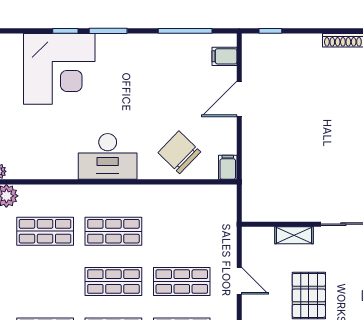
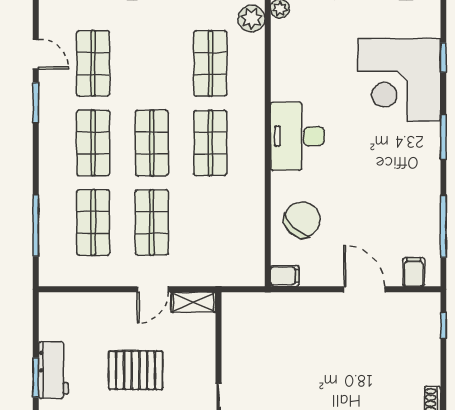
window: (65, 31) -> (443, 58), moved
shelving: (294, 235) -> (193, 302), moved, turned 90

